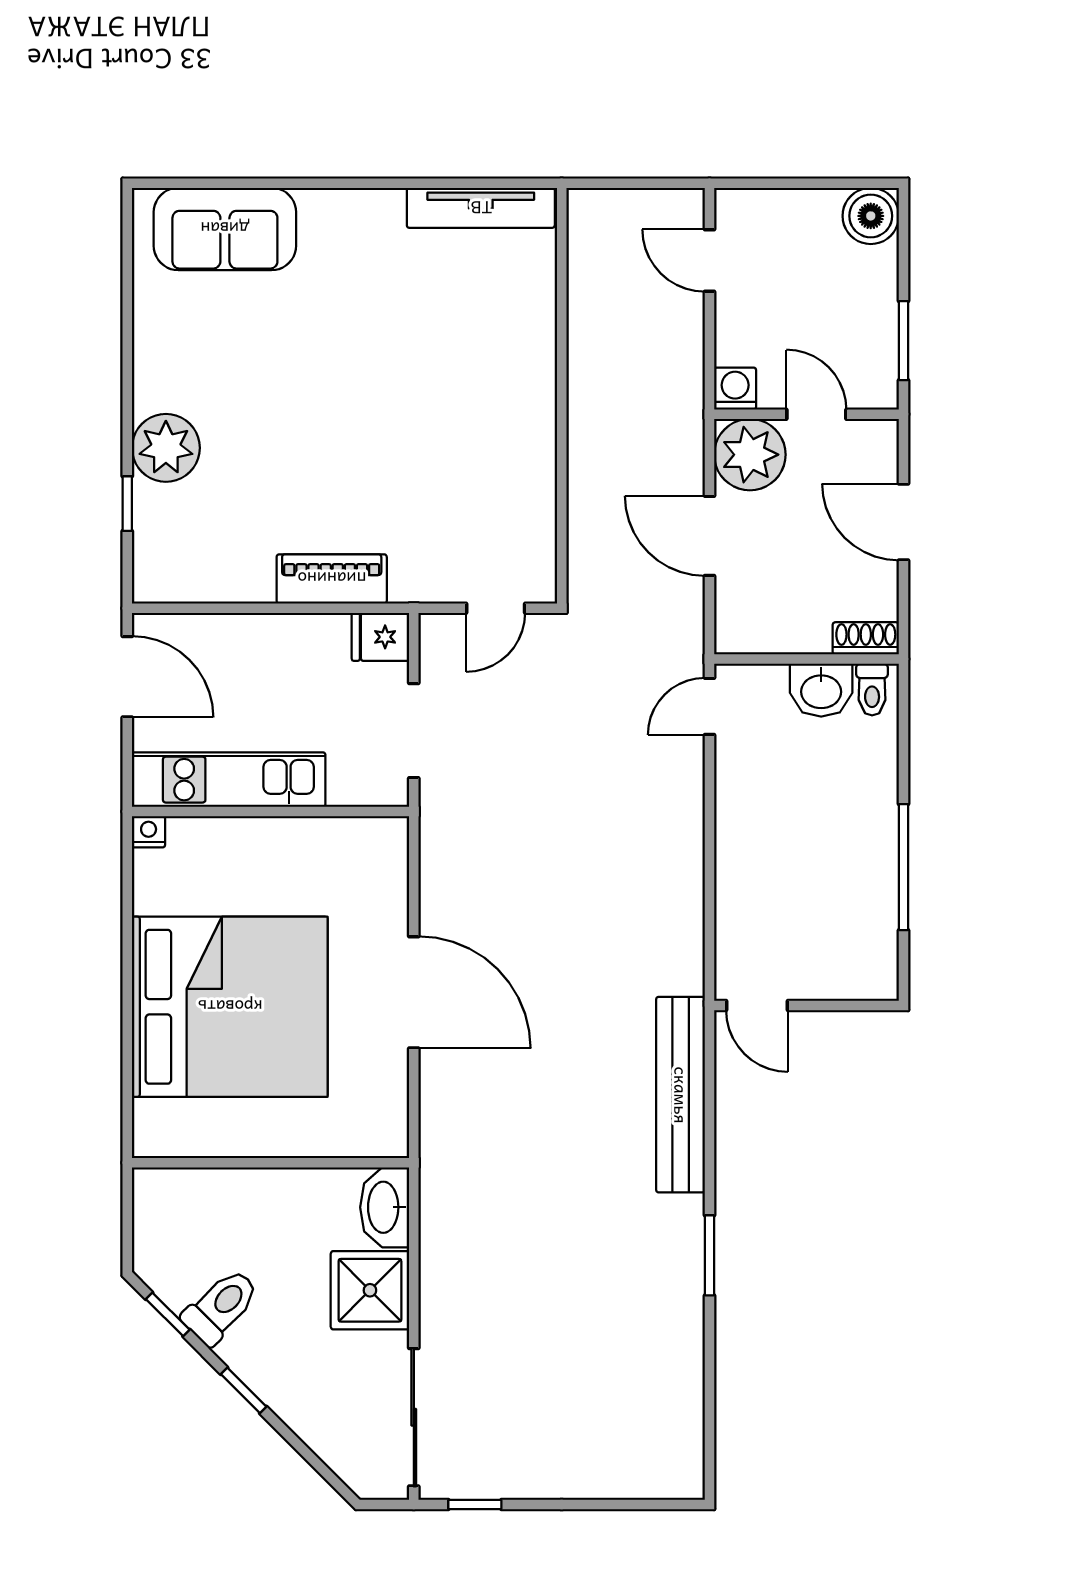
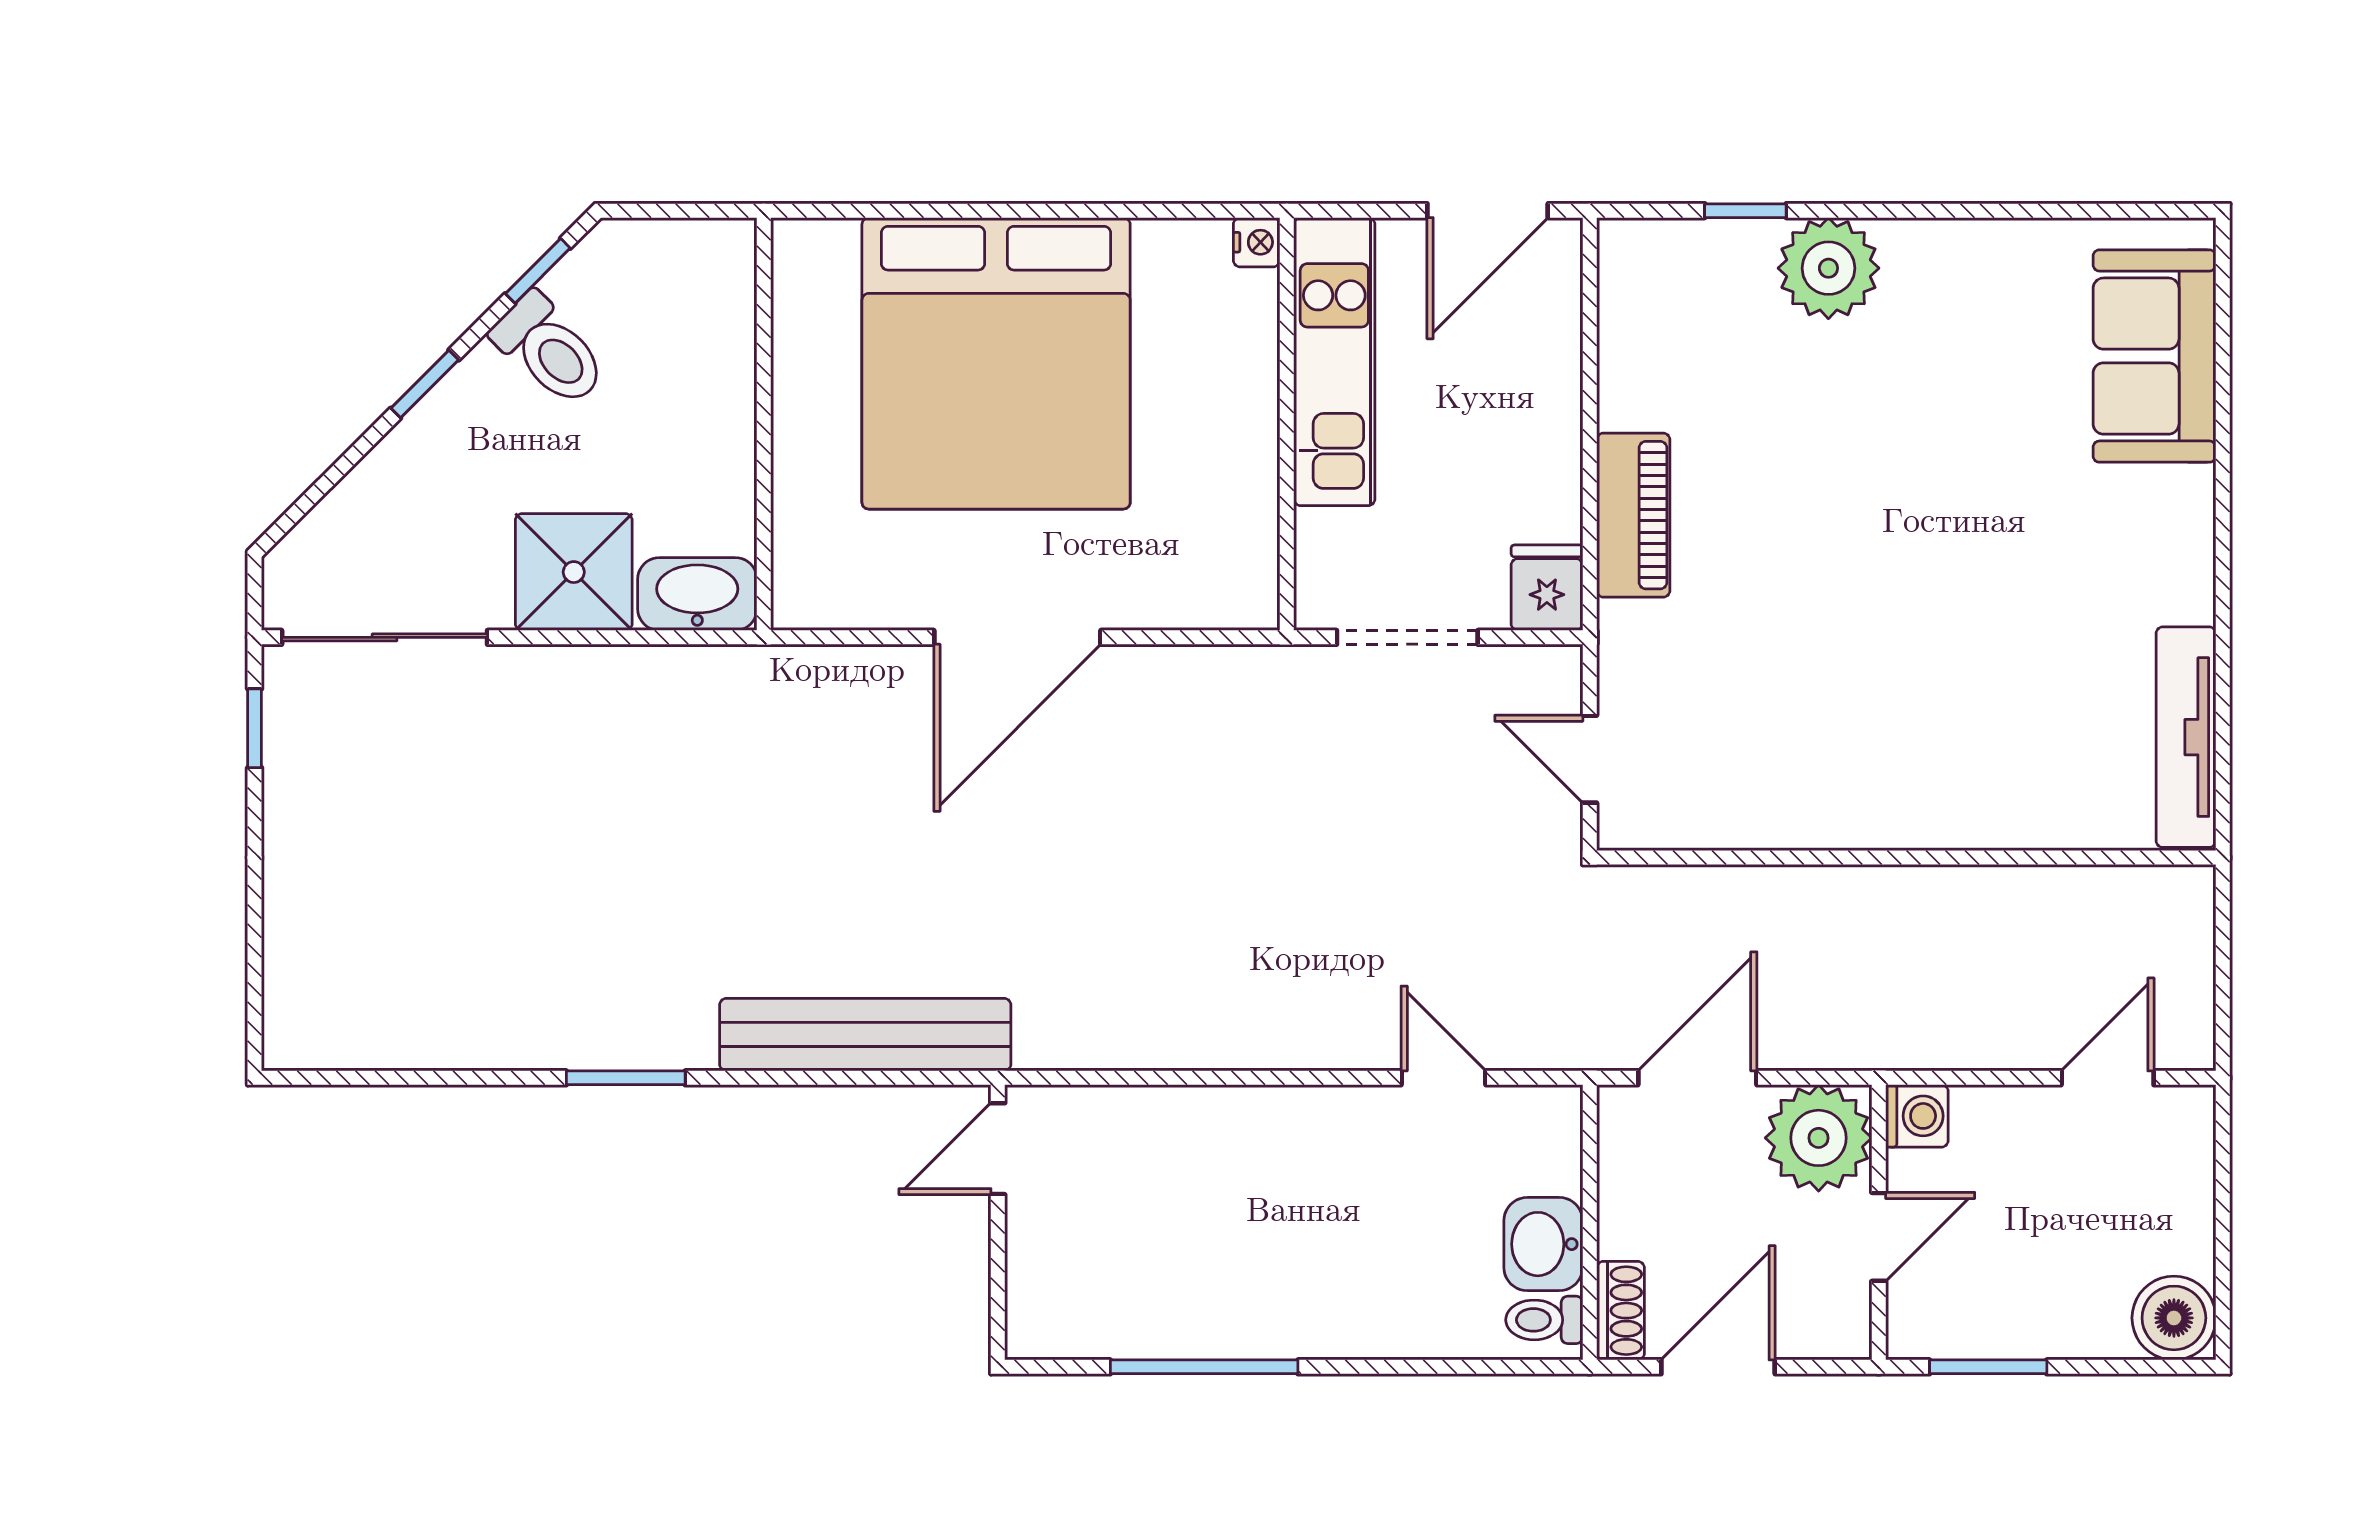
shoe rack: (866, 638) -> (1620, 1311), moved
wall: (807, 659) -> (1590, 1222), moved
washbasin: (821, 690) -> (1543, 1244), moved
toilet: (872, 690) -> (1544, 1320), moved

